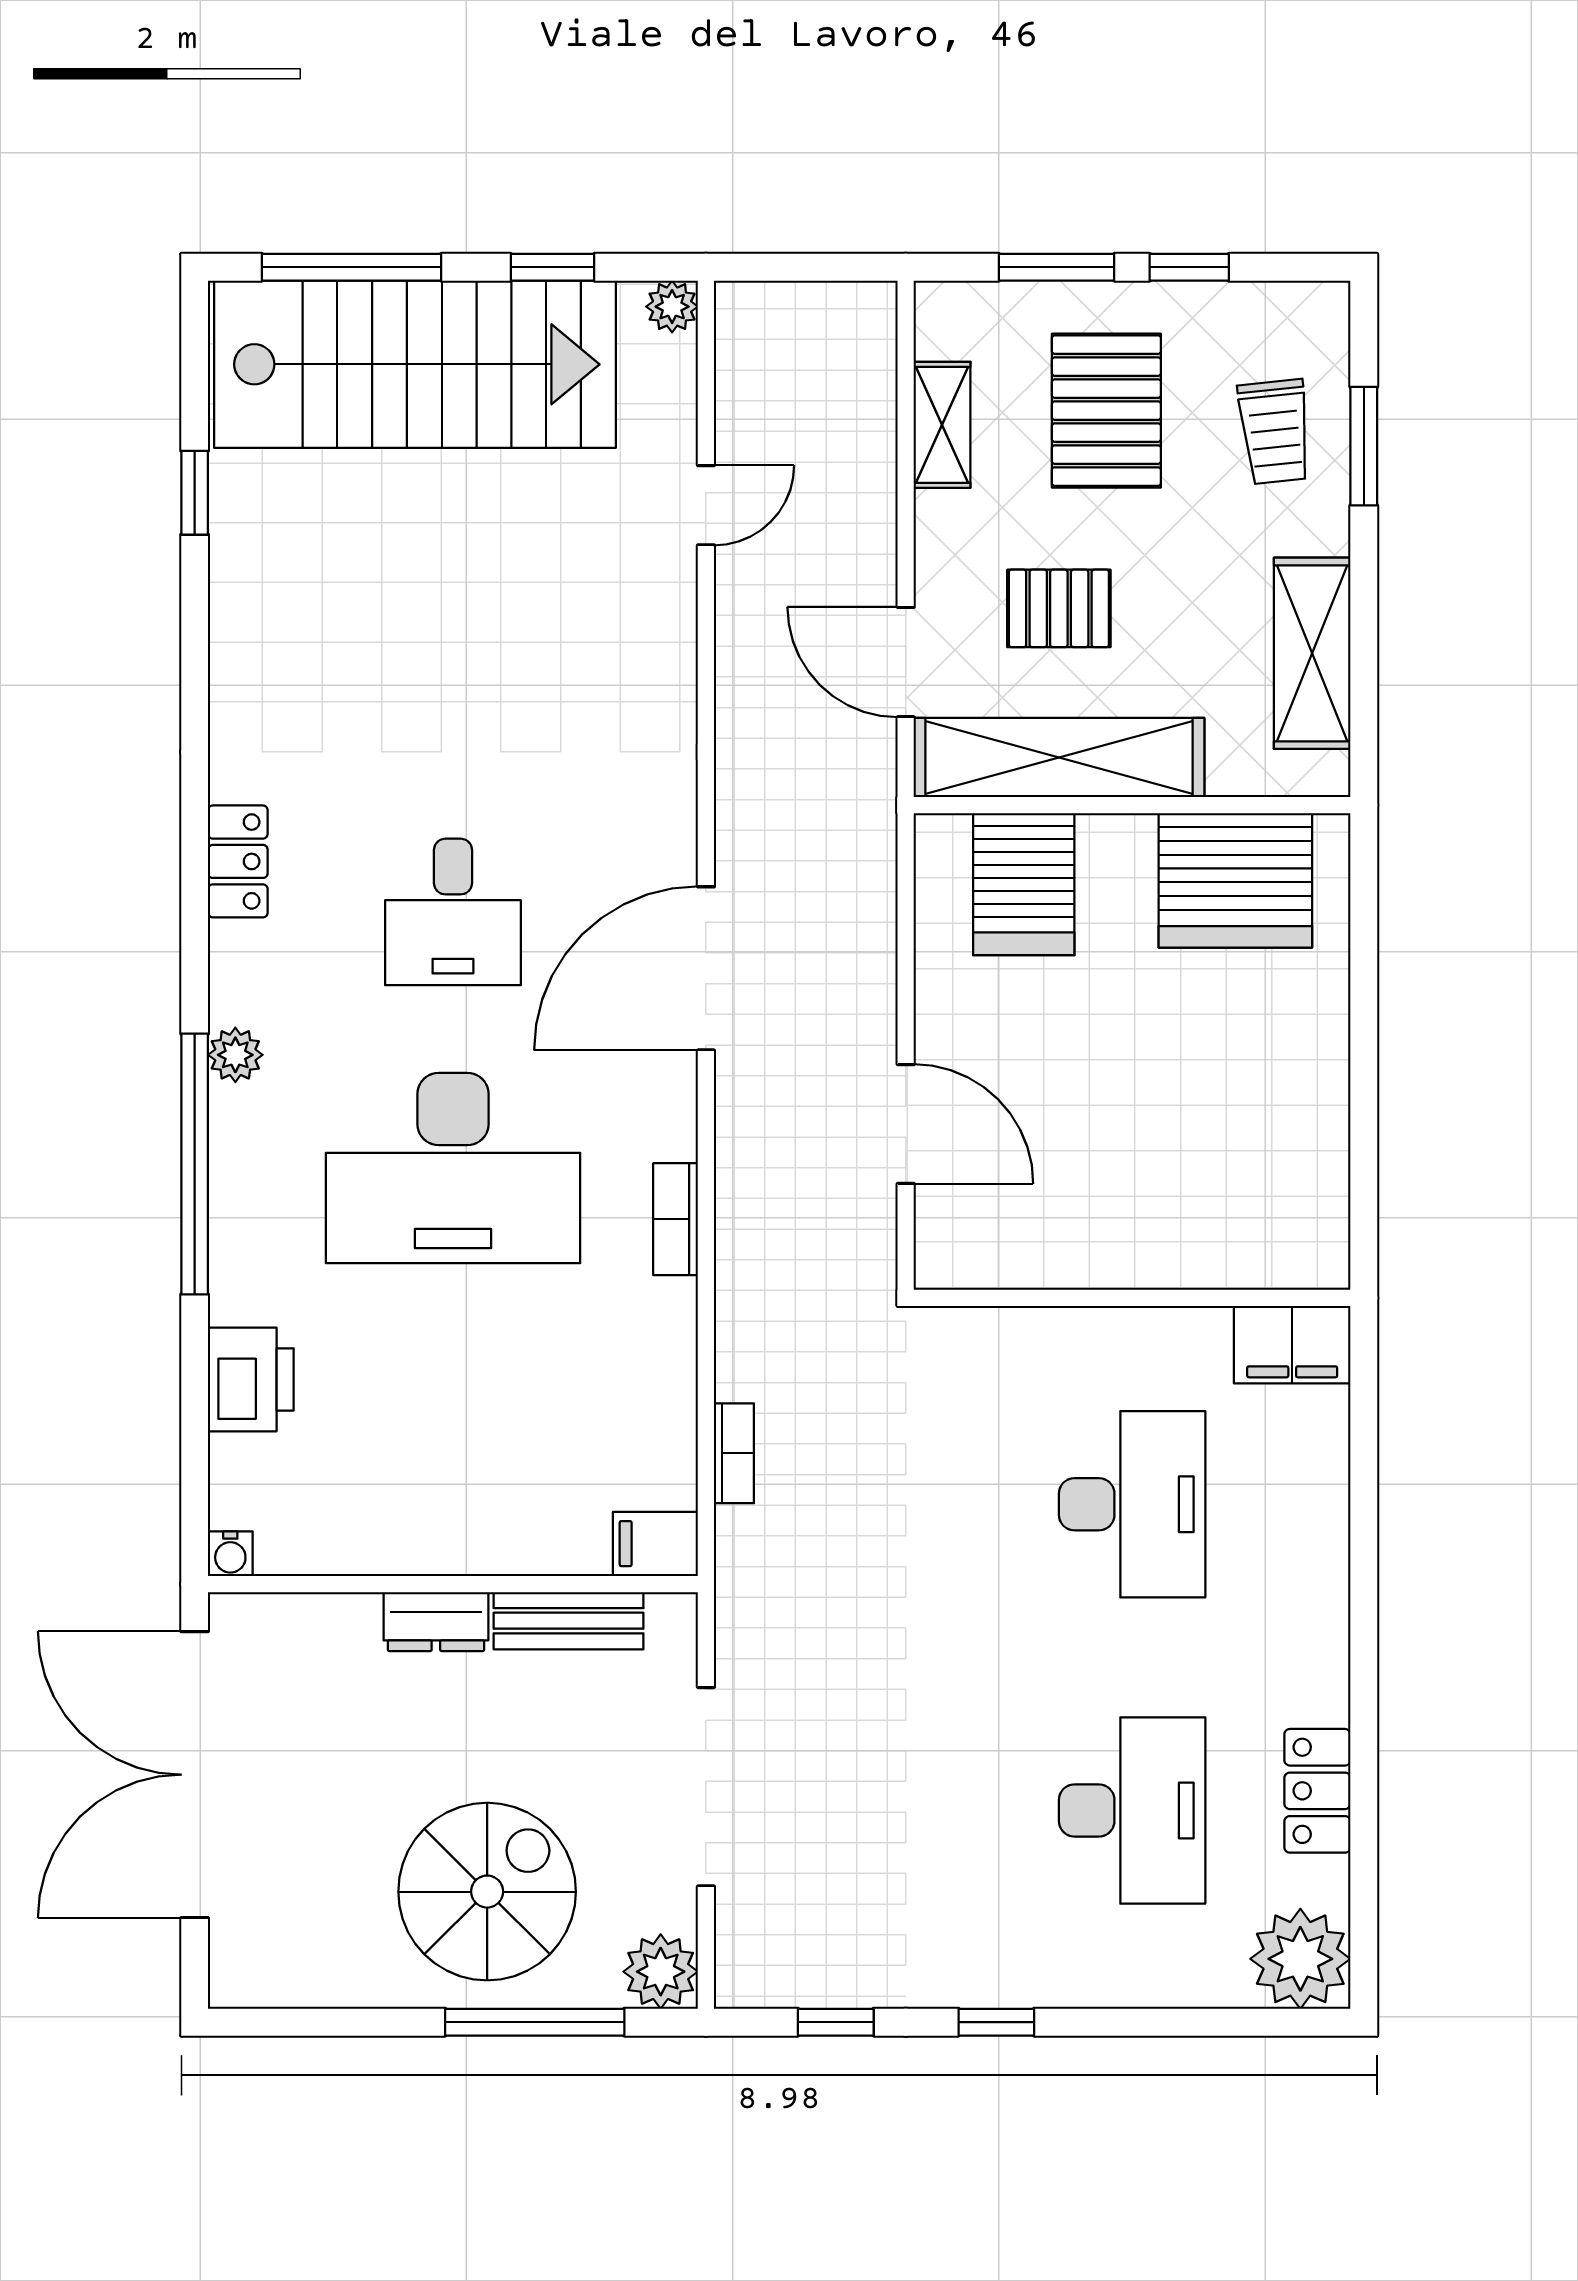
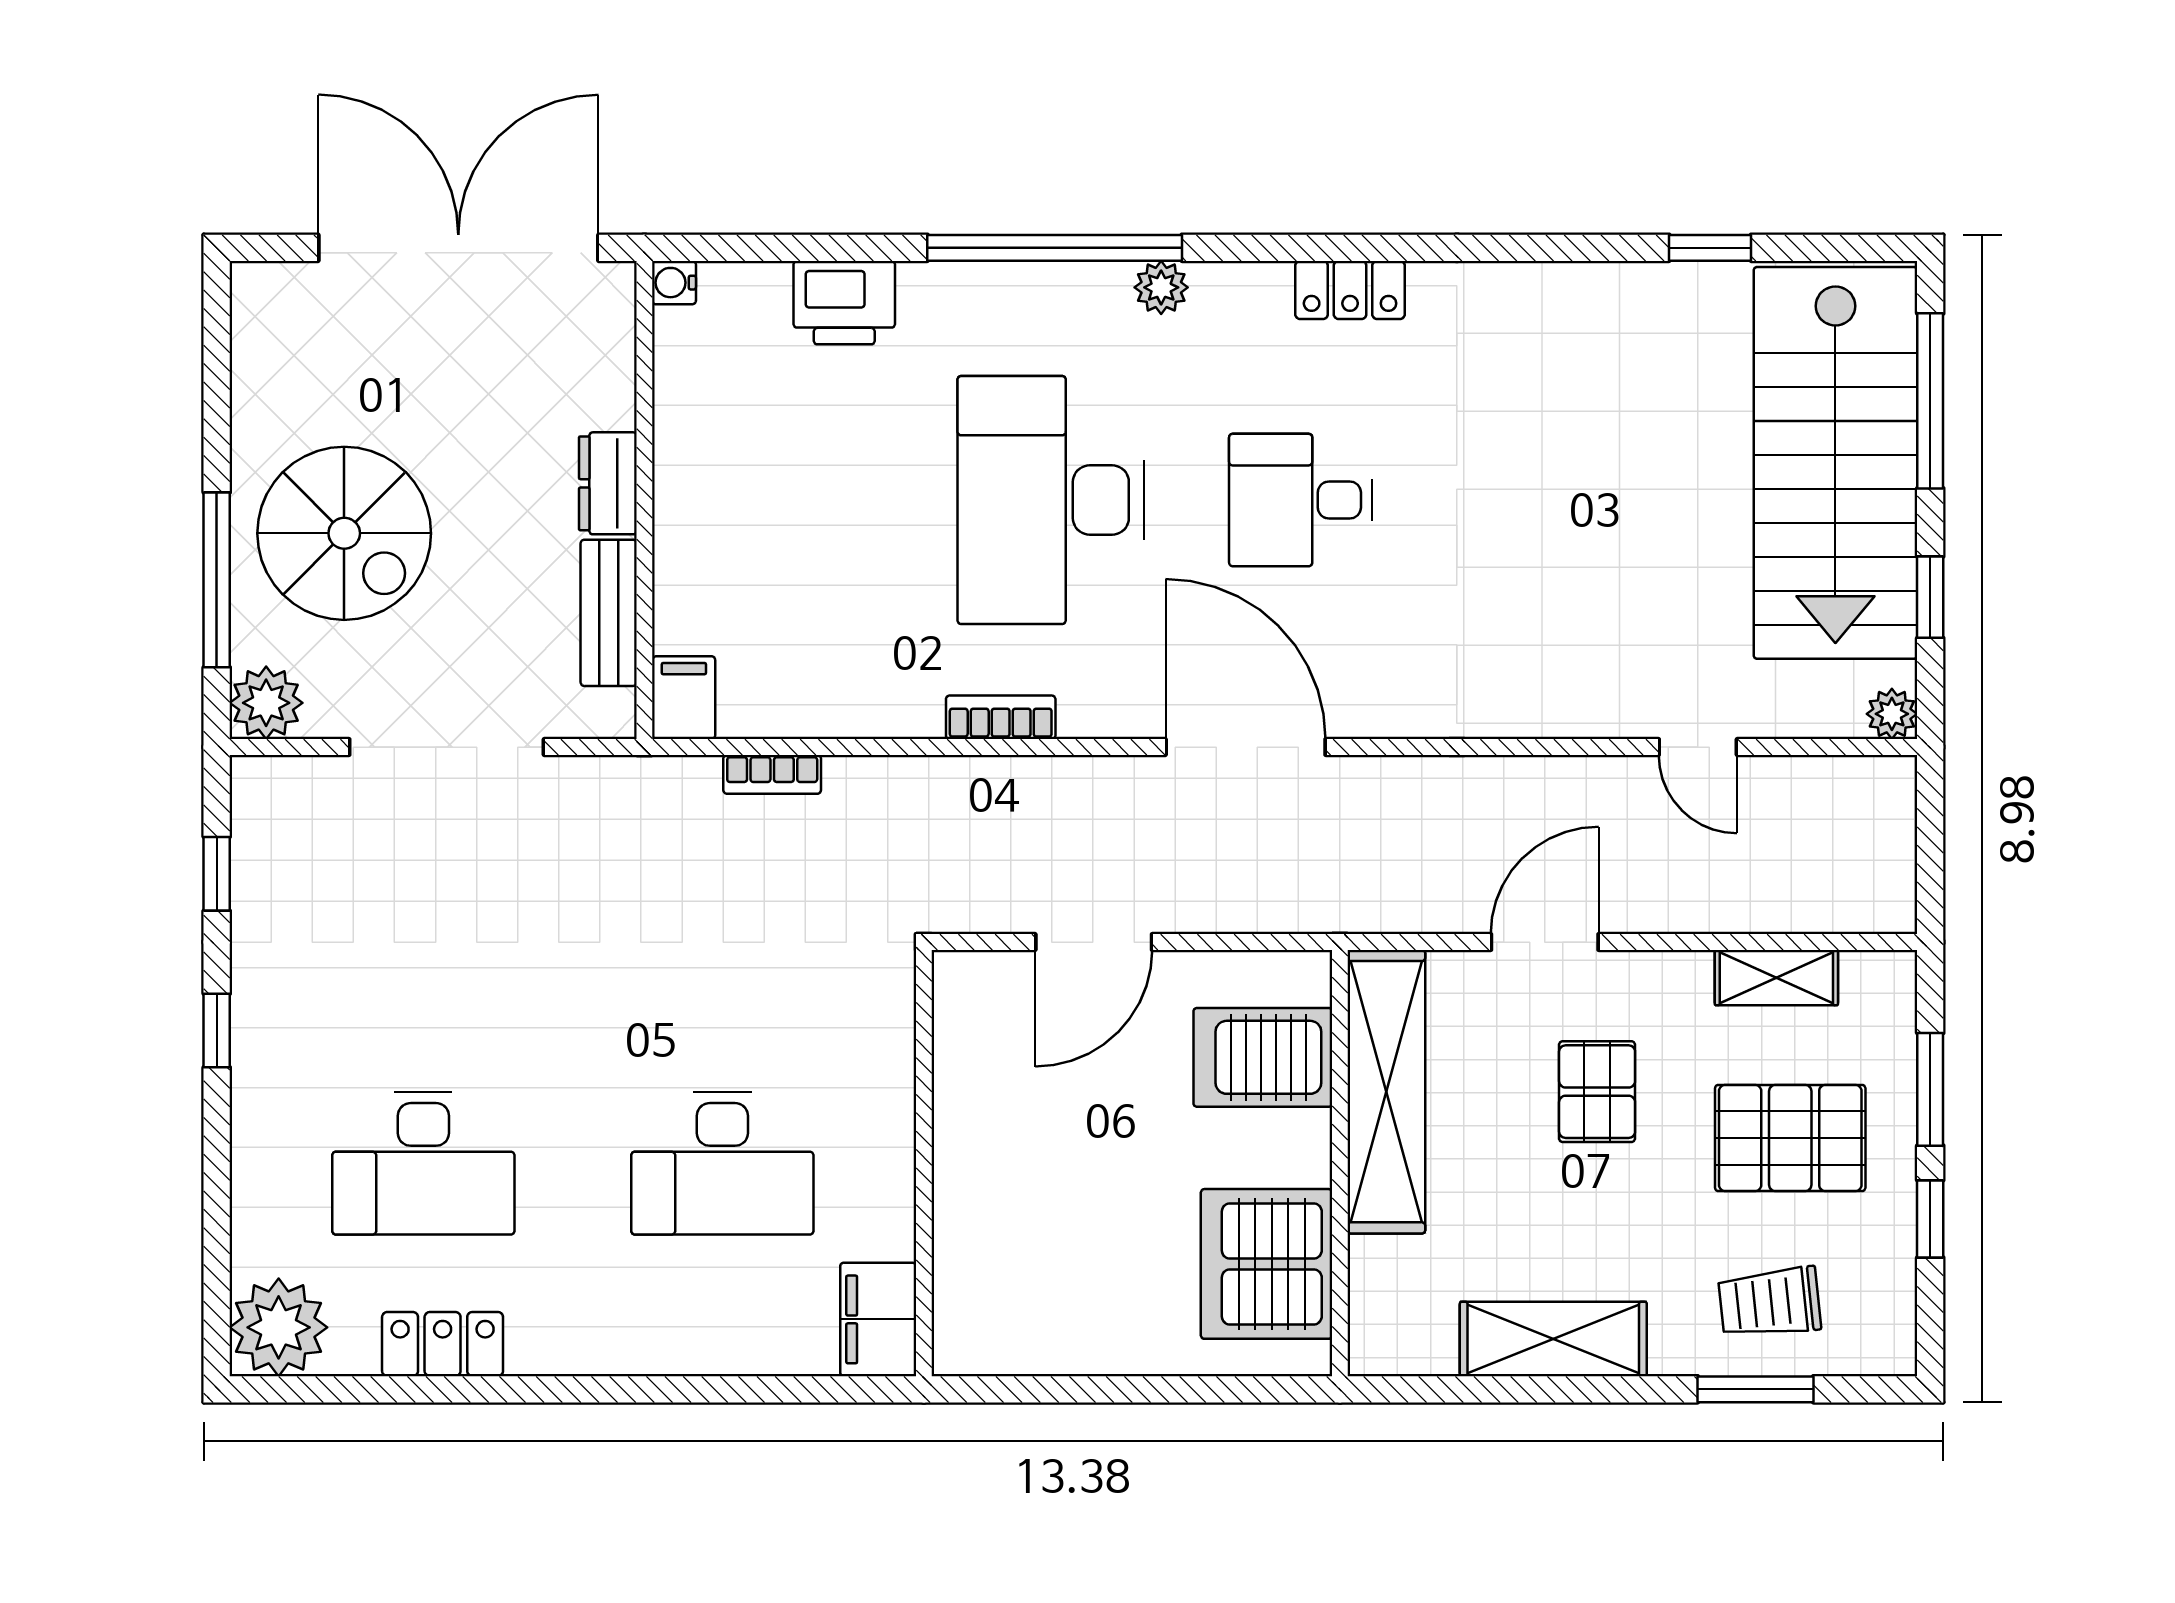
shelving: (1059, 758) -> (1386, 1092), moved
wall: (1132, 805) -> (1340, 1163), moved
server rack: (1235, 880) -> (1267, 1264), moved
server rack: (1024, 884) -> (1263, 1057), moved

